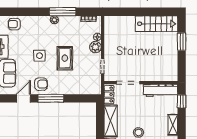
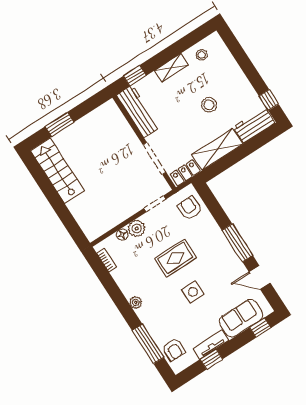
window: (63, 12) -> (148, 344), moved
armchair: (41, 84) -> (190, 208), moved

